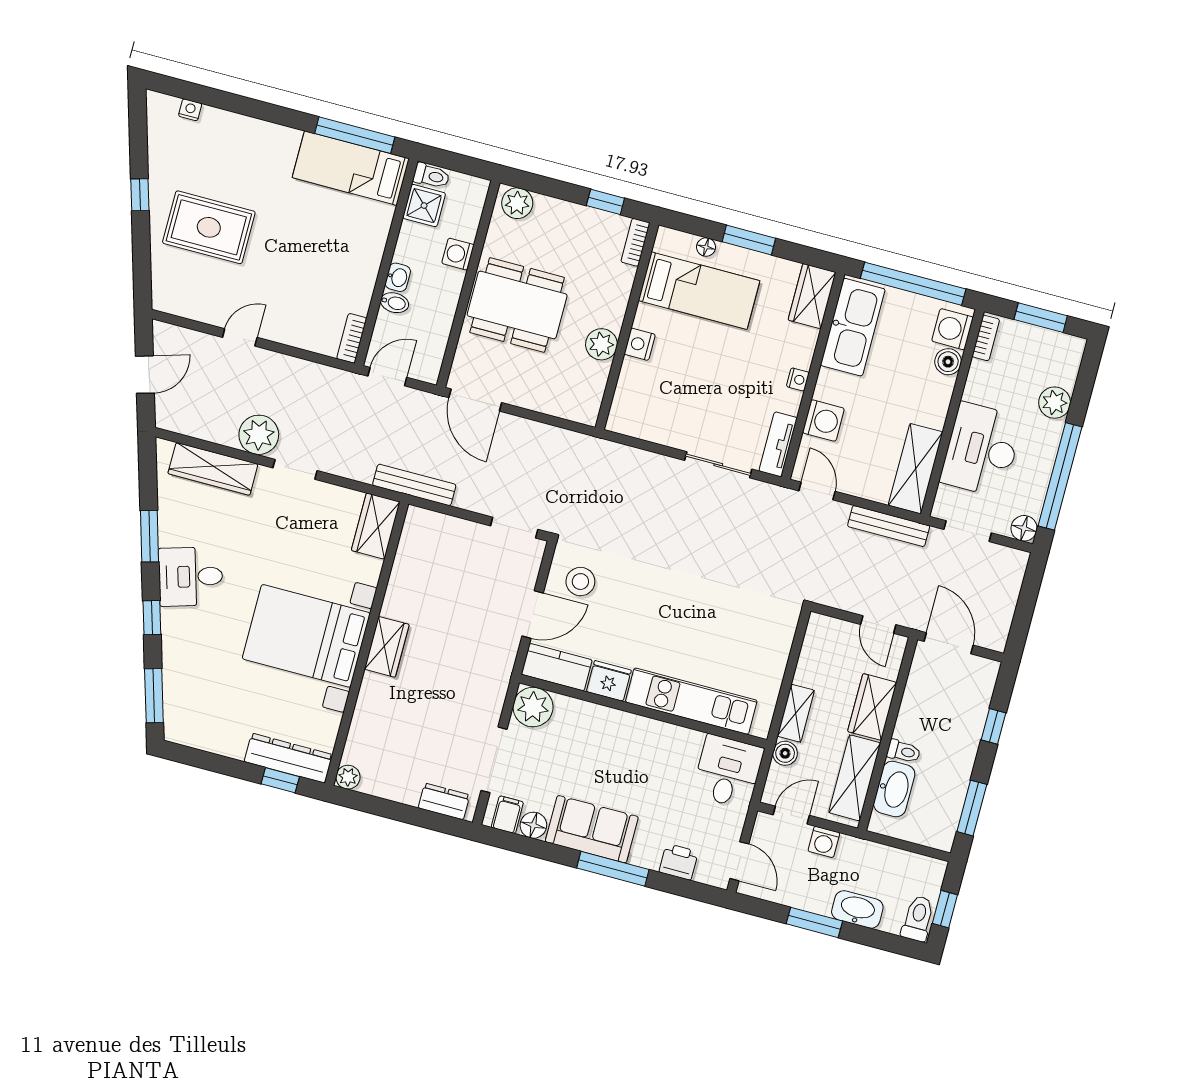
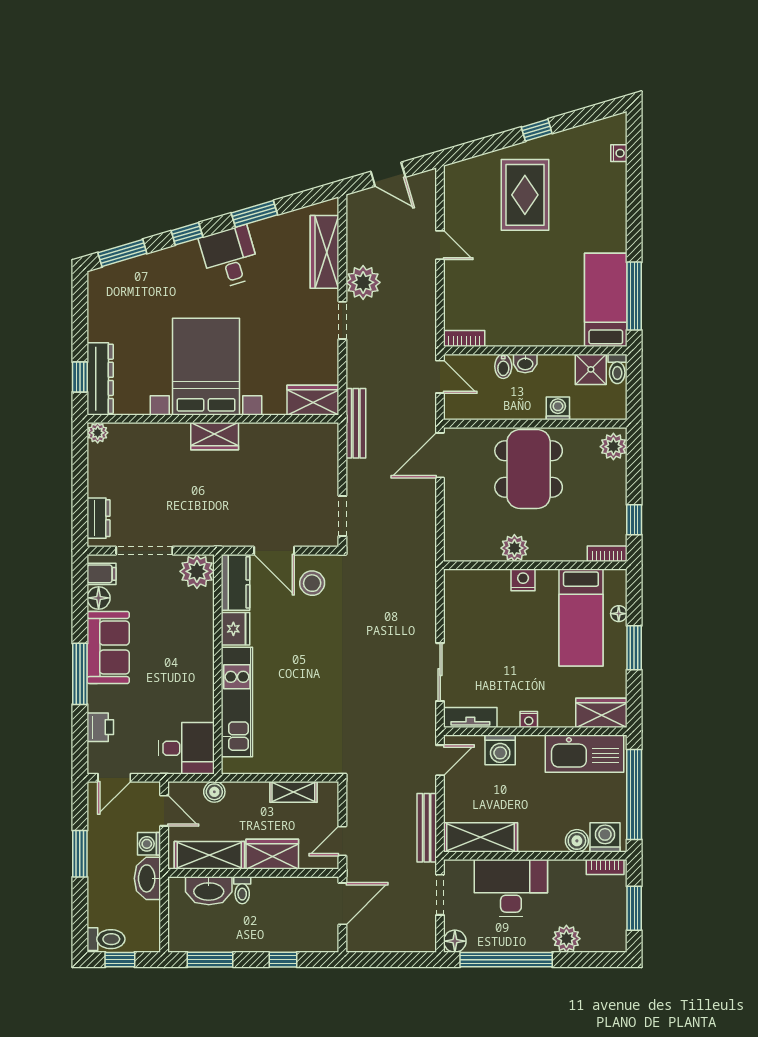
shelving: (796, 713) -> (293, 792), moved
washbasin: (857, 909) -> (147, 878), moved, turned 180

